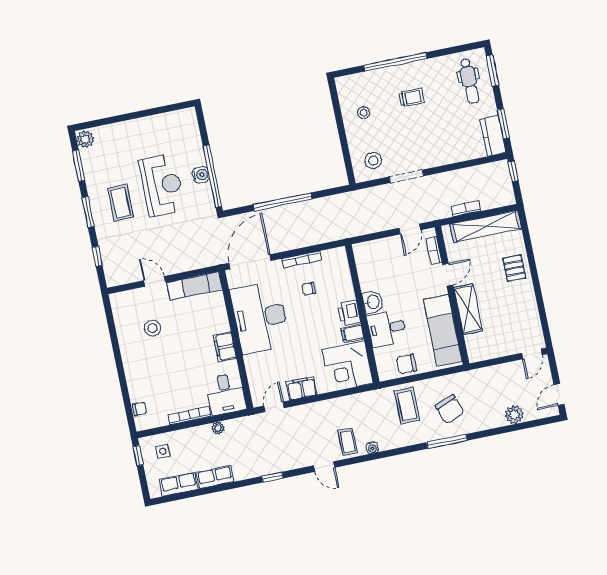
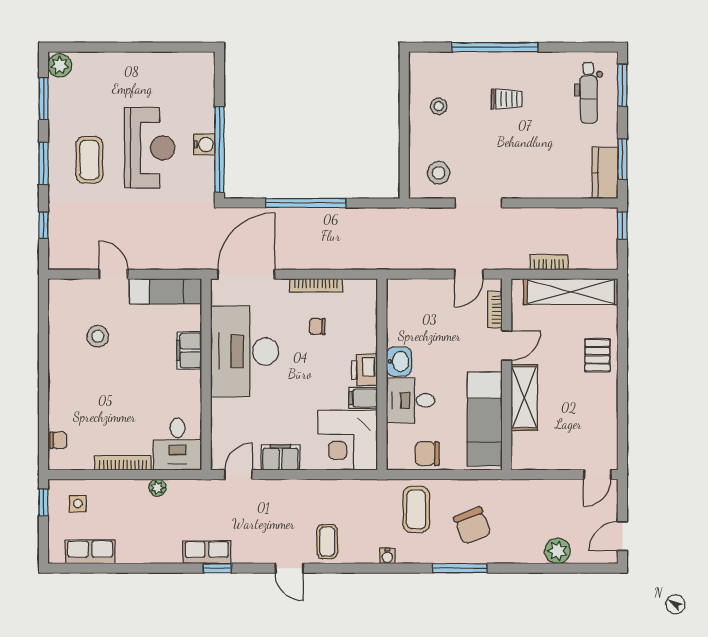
filing cabinet: (225, 347) -> (189, 350), moved
water cooler: (372, 448) -> (387, 556), moved
row of seats: (215, 477) -> (207, 552), moved

